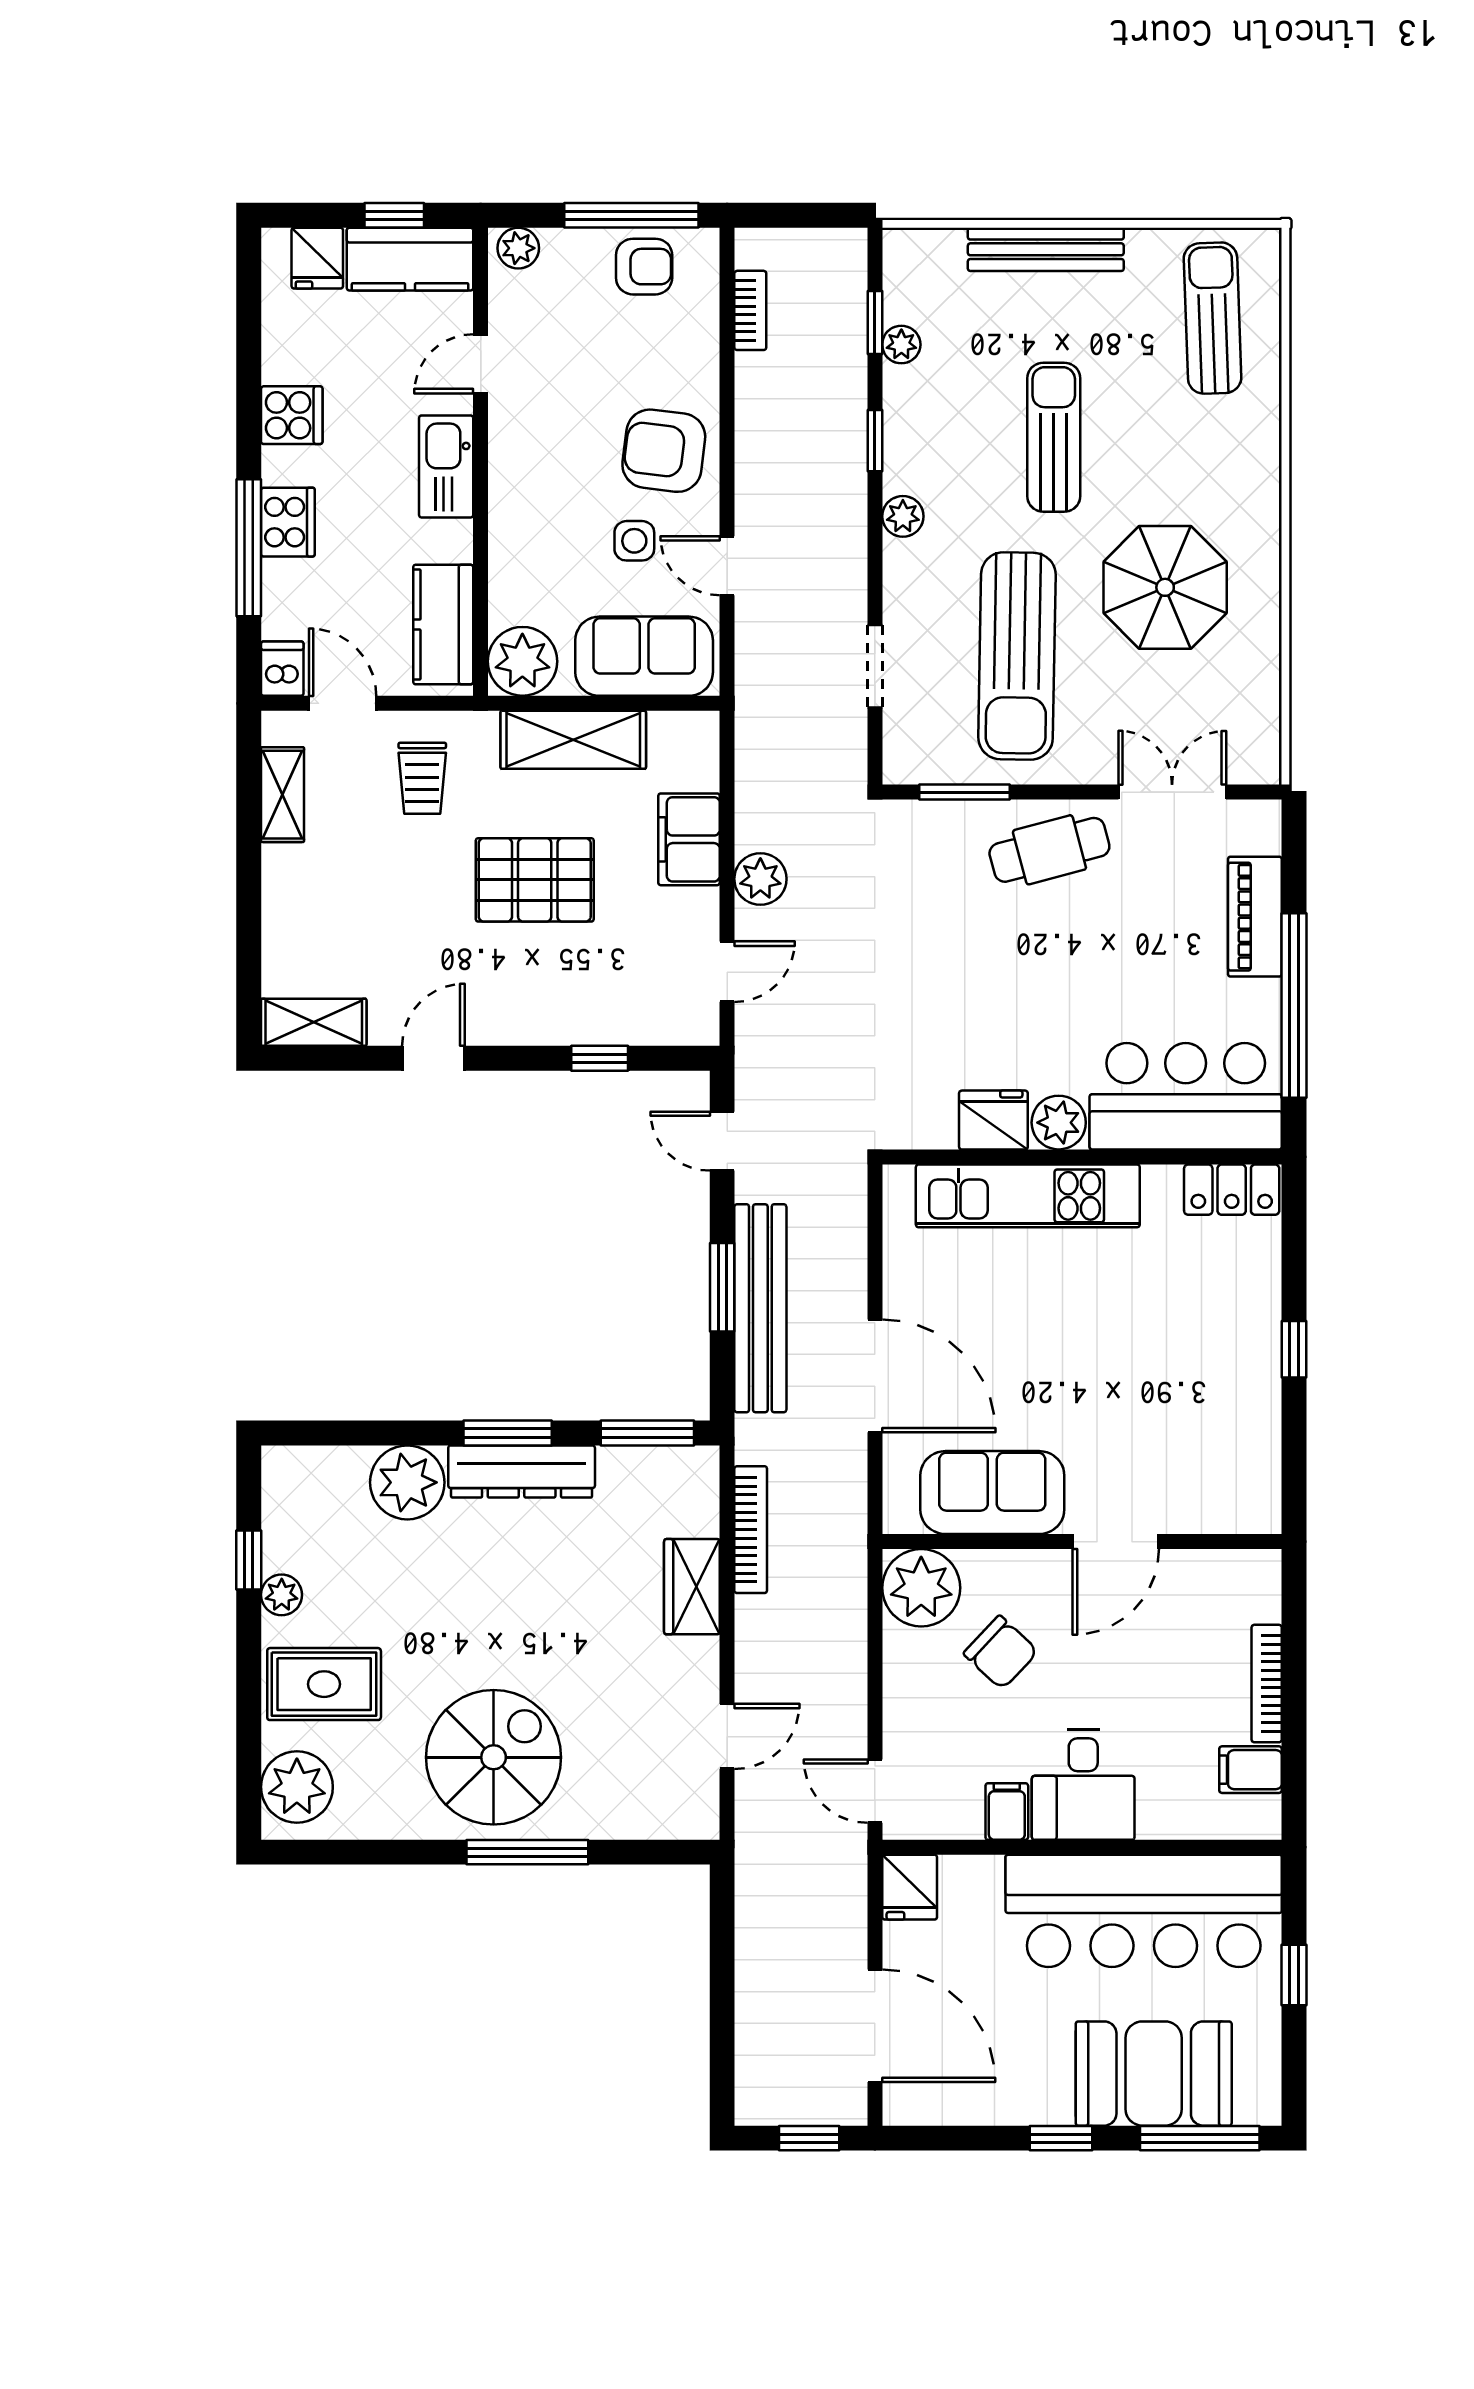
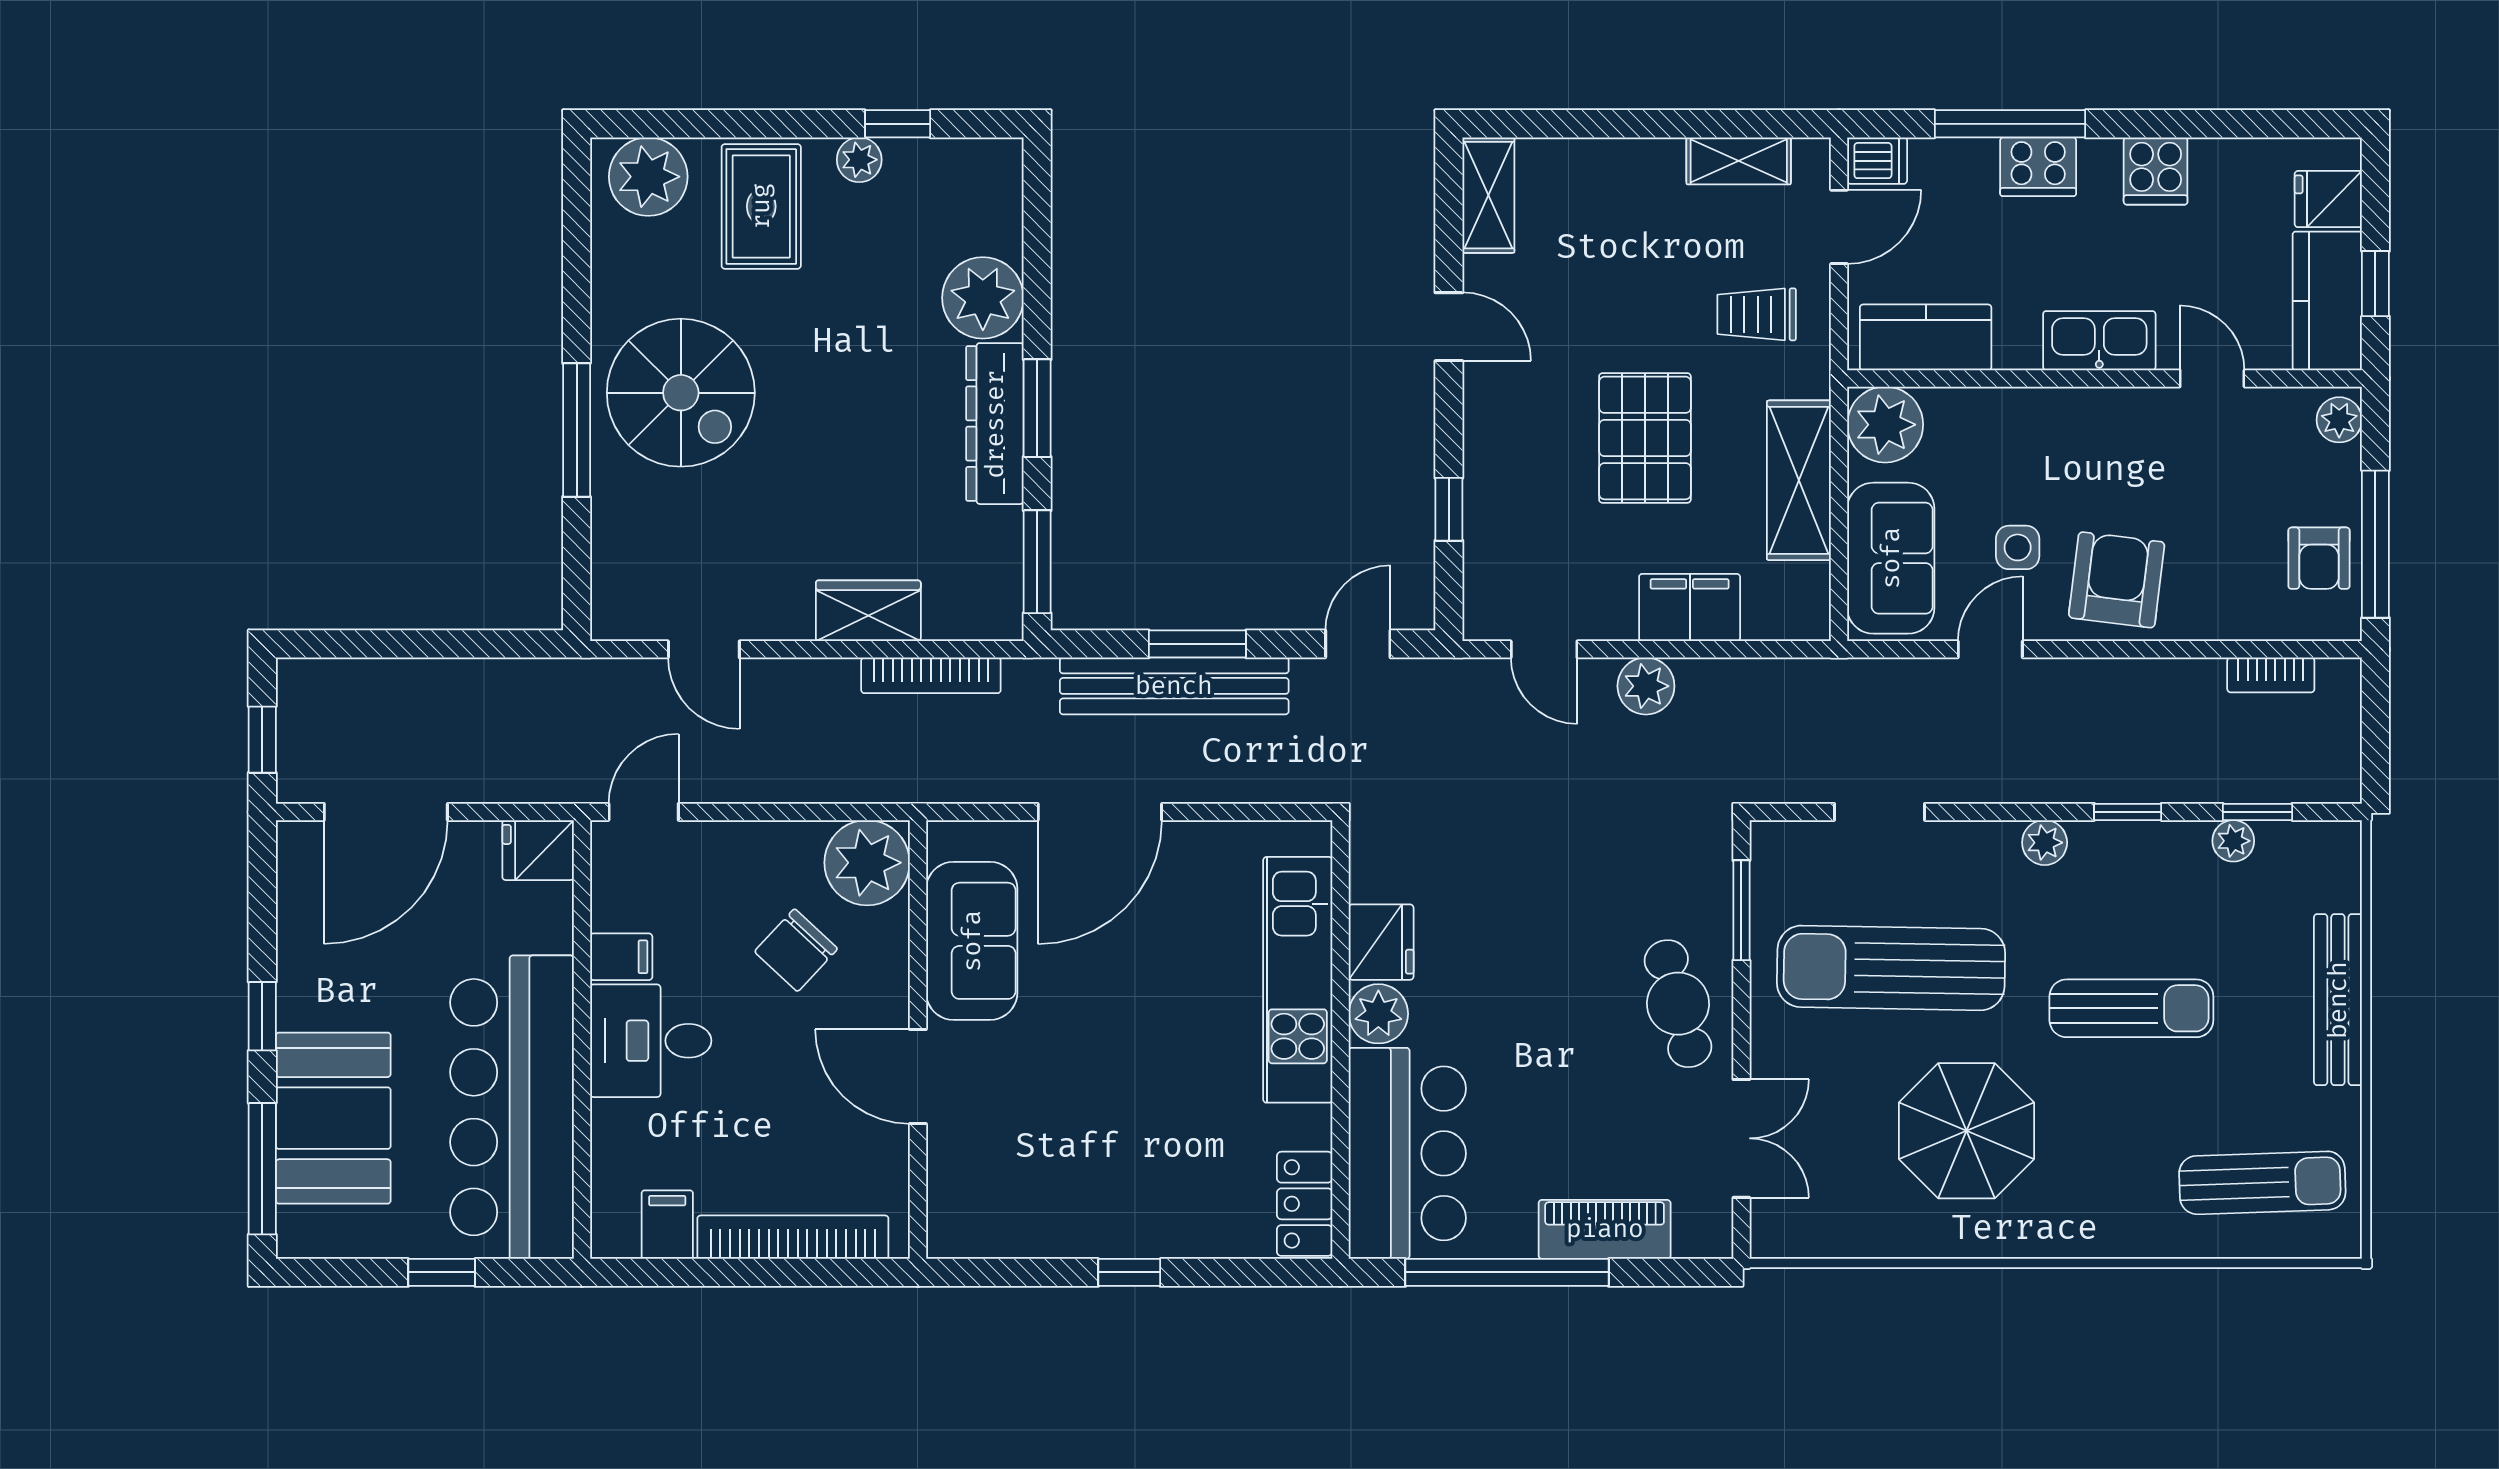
bookcase: (1267, 1684) -> (793, 1237), width x1.48, depth x1.31

